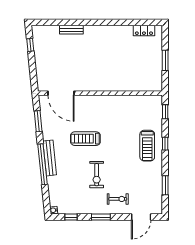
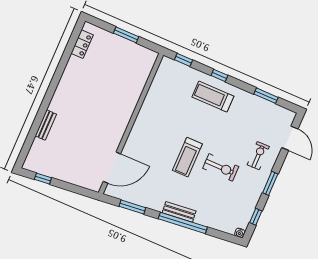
treadmill: (85, 139) -> (187, 157), moved
treadmill: (147, 146) -> (213, 97), turned 180
bench: (50, 158) -> (179, 212), width x0.73

